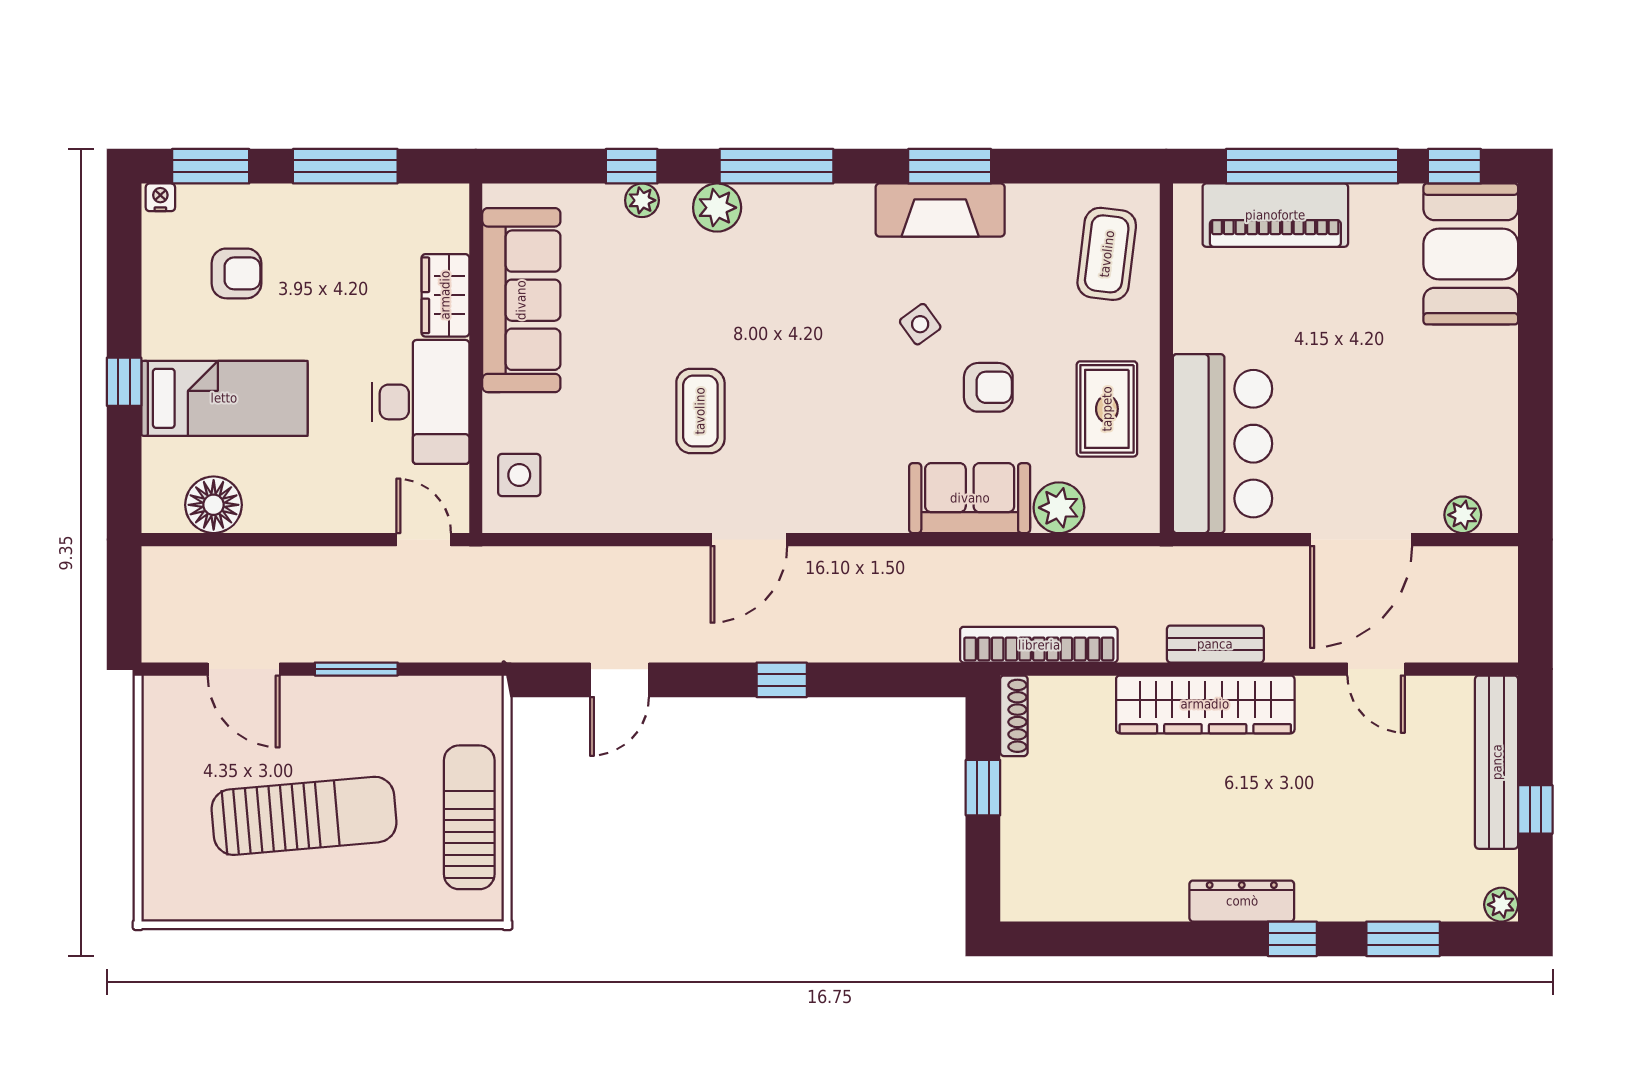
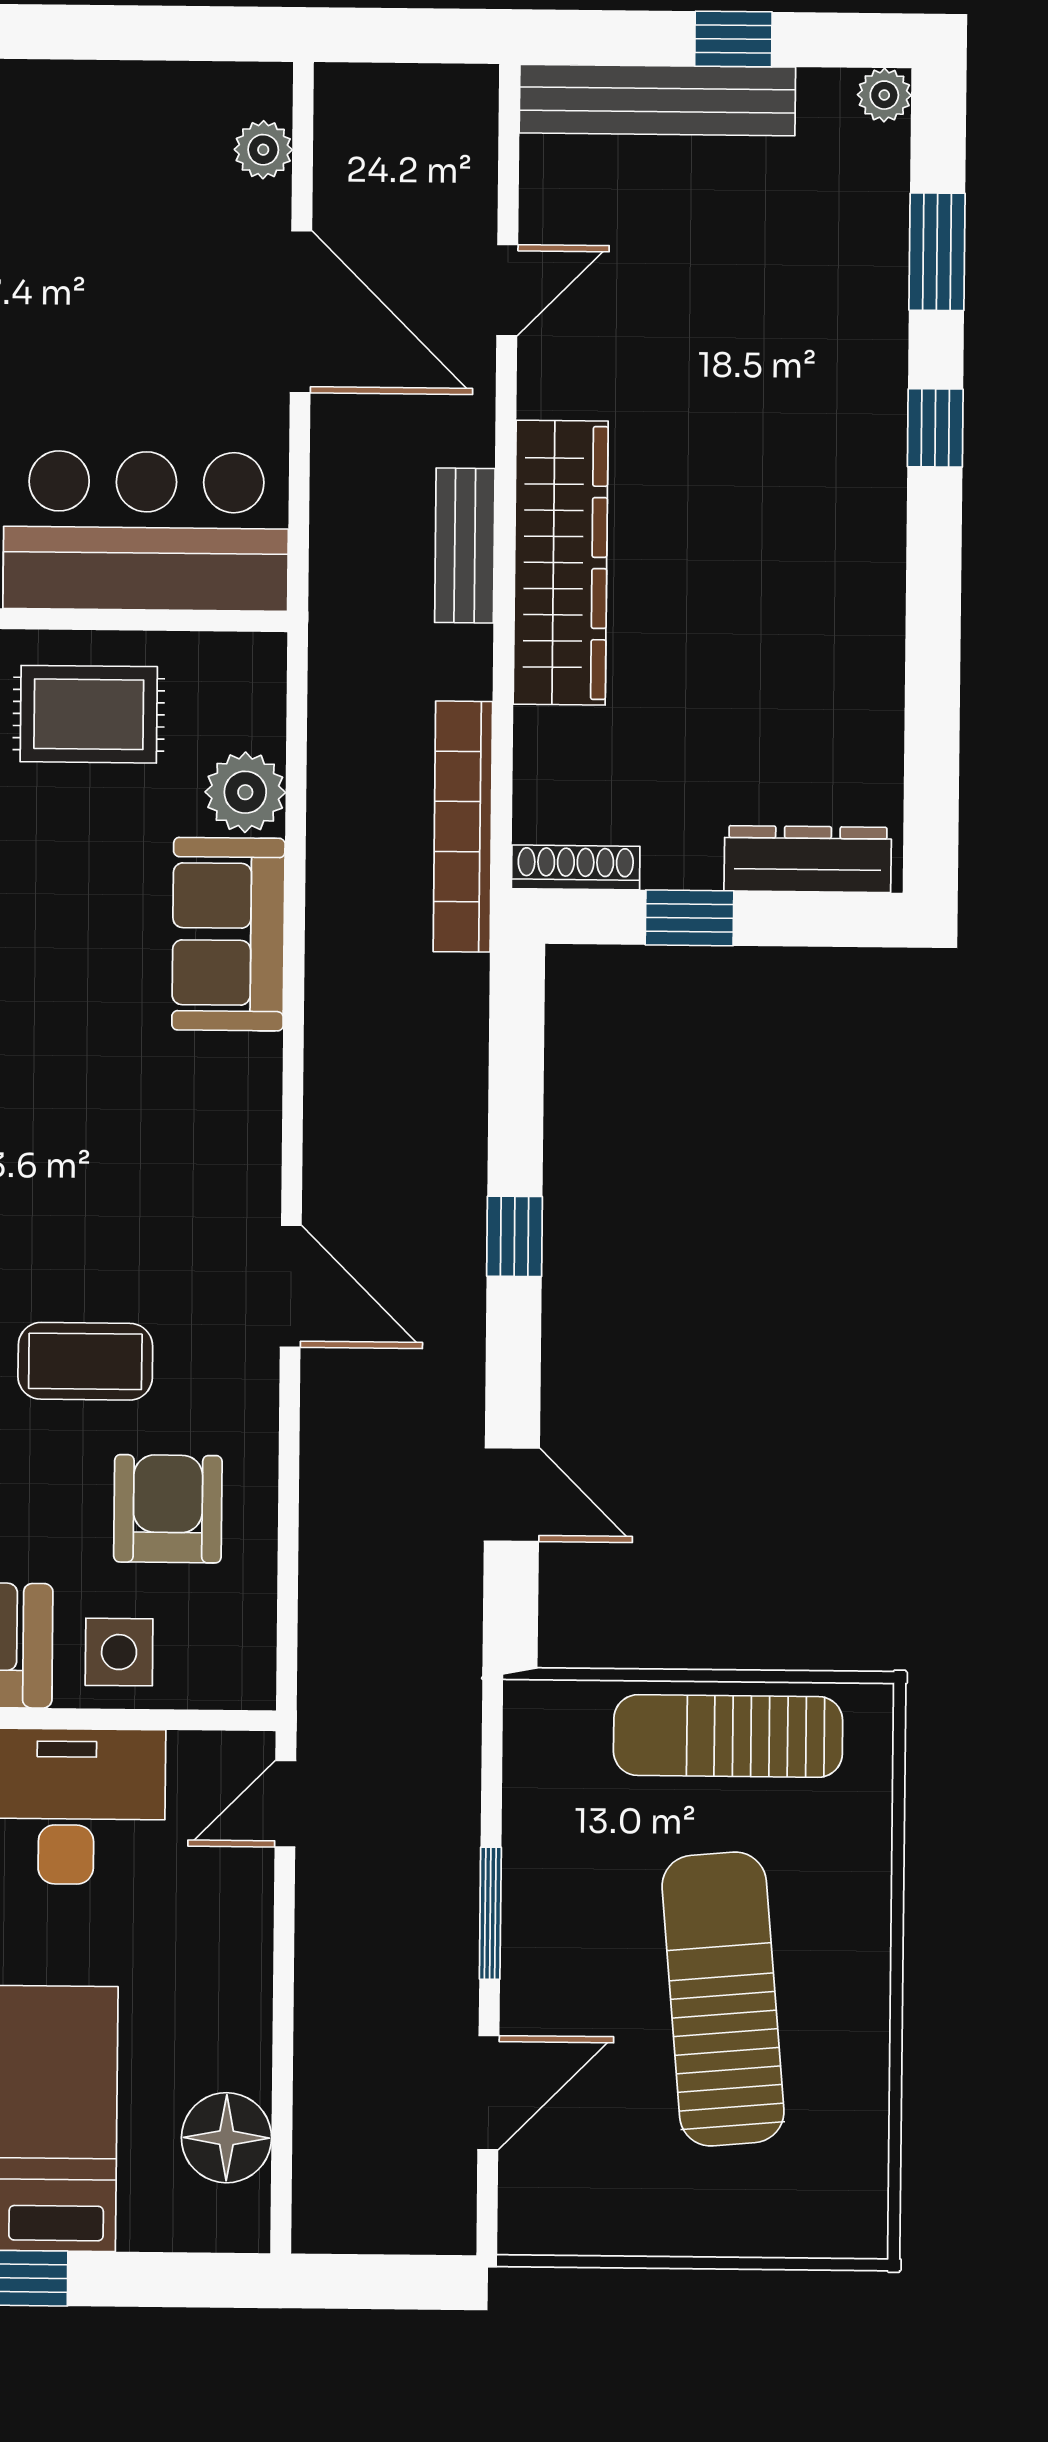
armchair: (988, 387) -> (168, 1509), moved, width x1.38, depth x1.38
side table: (519, 475) -> (119, 1652), moved
dresser: (1242, 901) -> (808, 859), moved, turned 90

